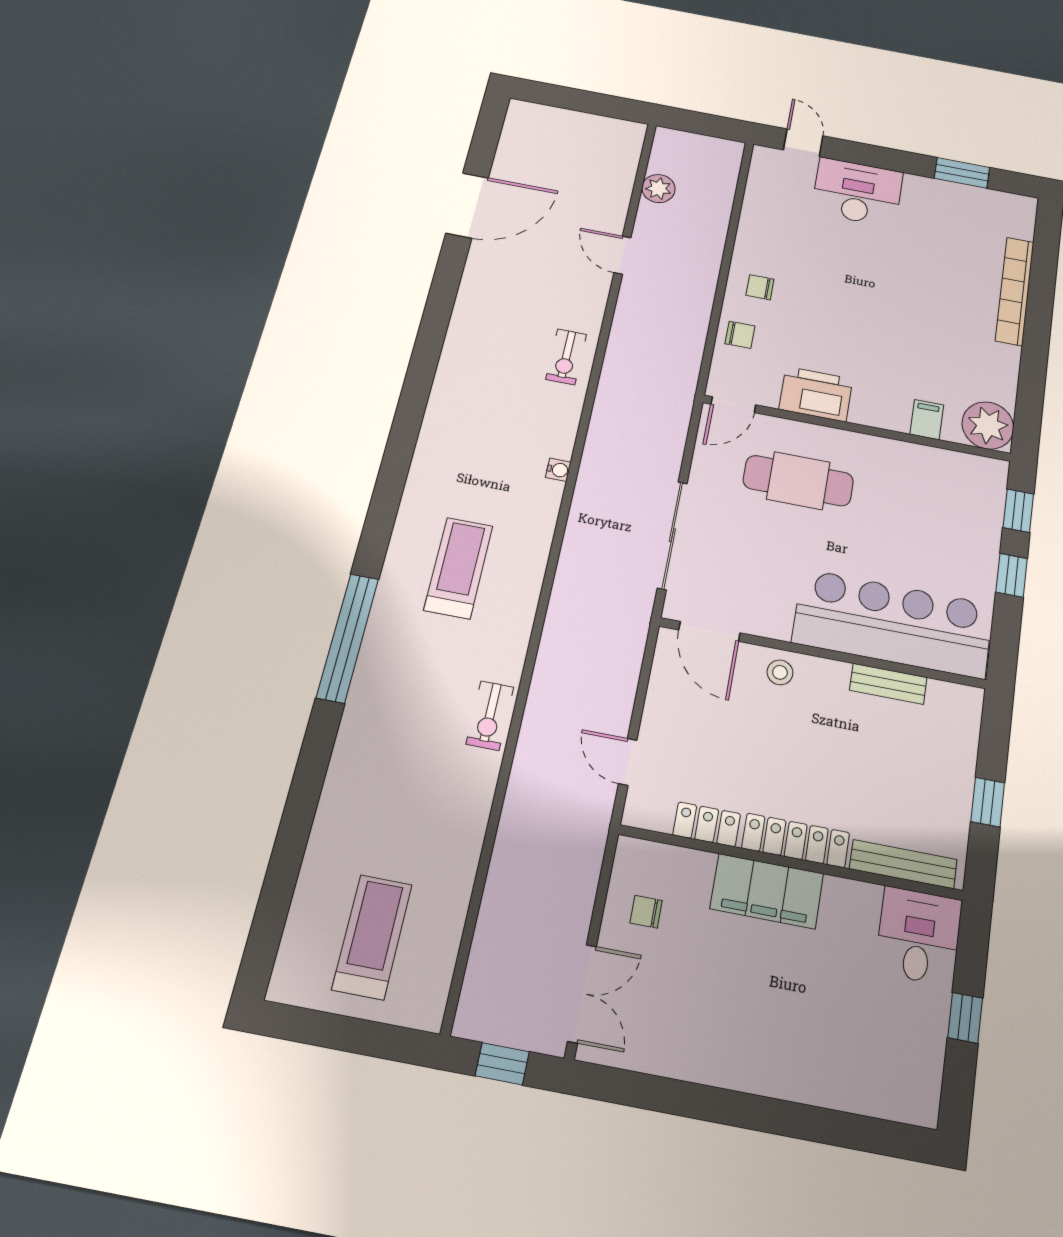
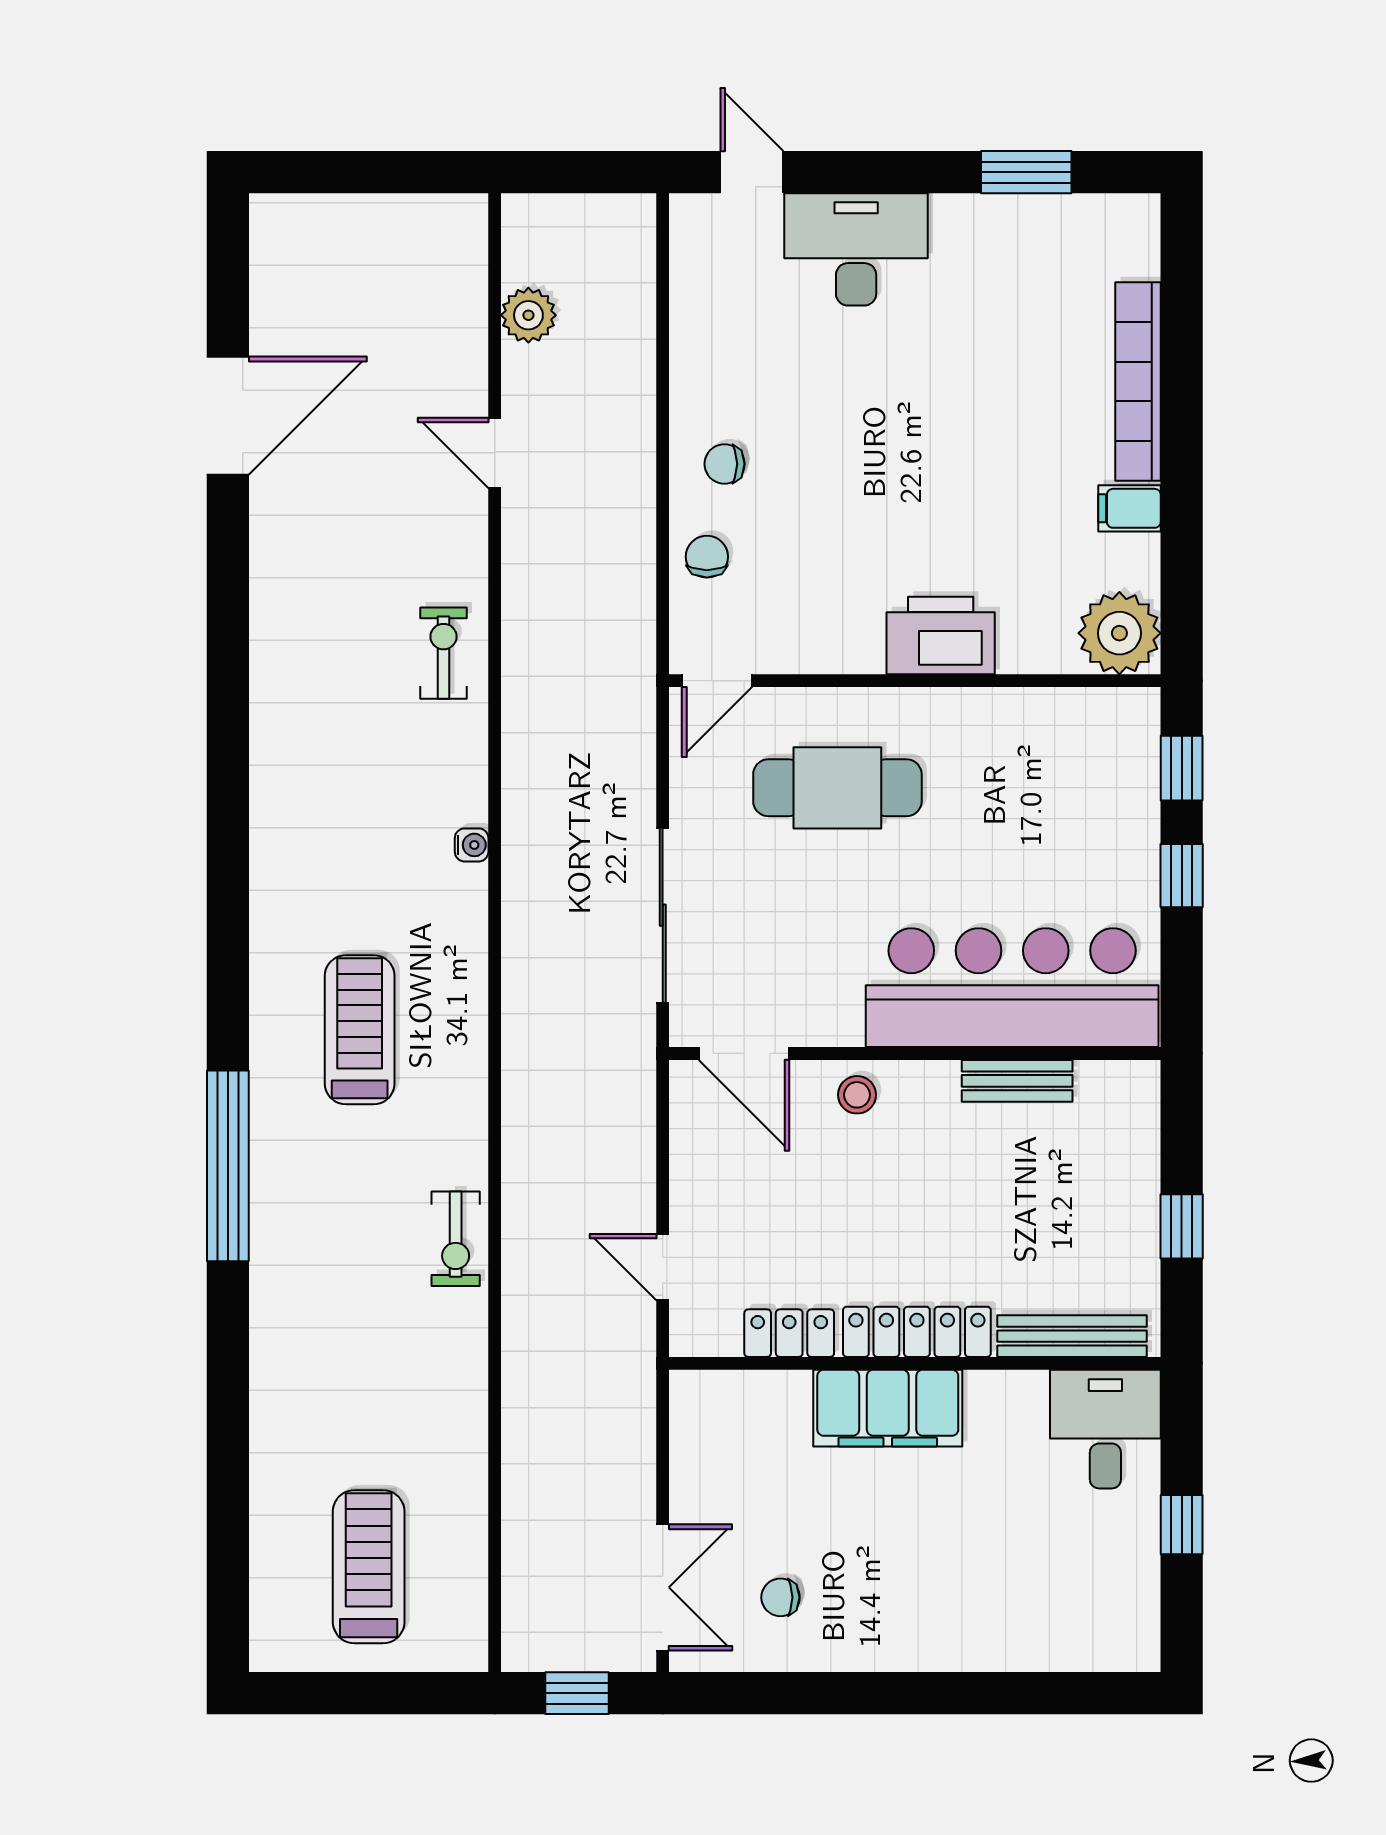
chair: (740, 335) -> (707, 557), turned -90
exercise bike: (566, 357) -> (443, 653), turned 180
printer: (816, 394) -> (941, 635), moved
filing cabinet: (927, 420) -> (1129, 508), moved, turned -90
chair: (646, 912) -> (780, 1597), moved

